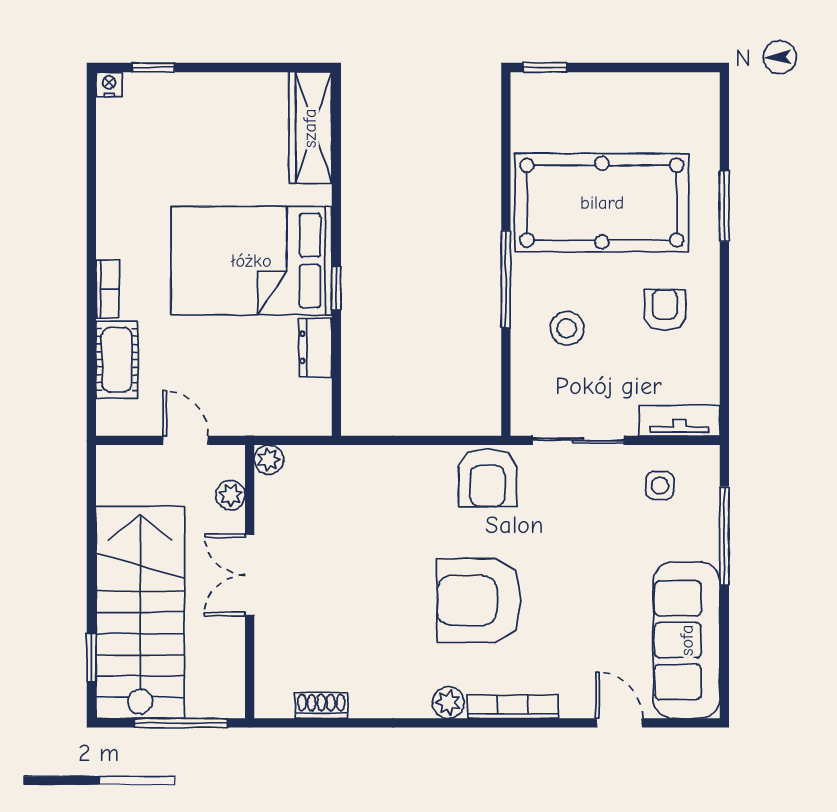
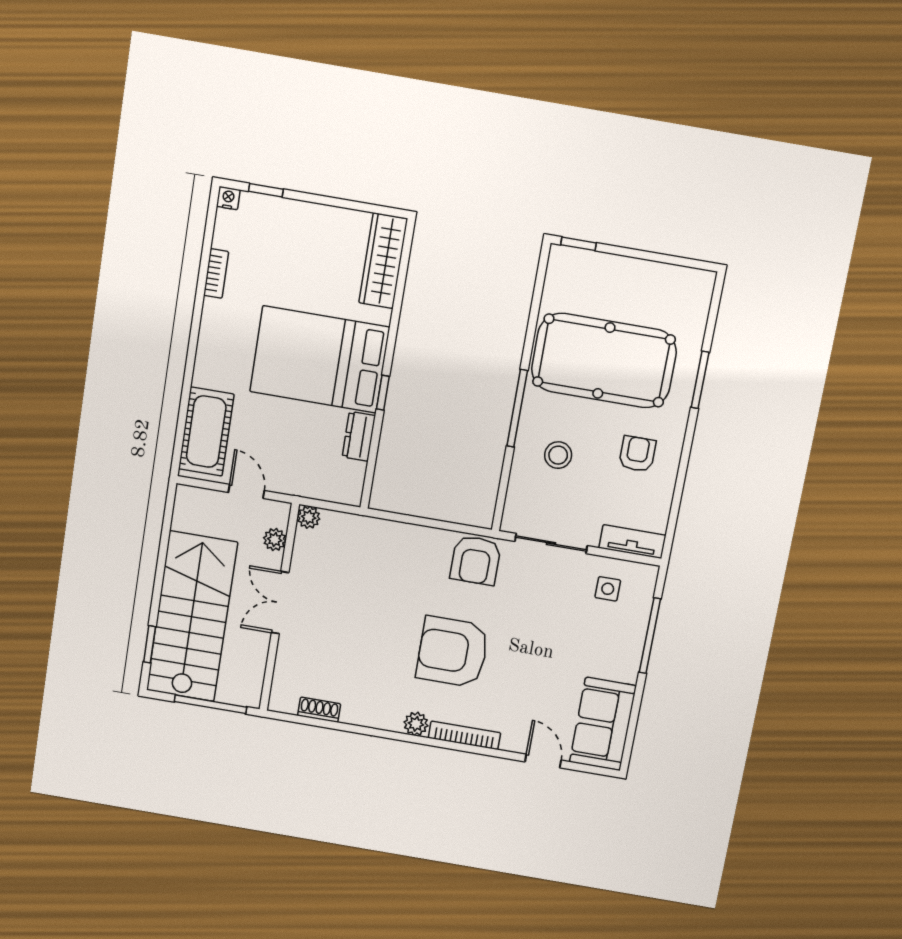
bookcase: (108, 289) -> (216, 273), moved
cot: (117, 360) -> (206, 432), width x1.37, depth x1.34
sofa: (687, 640) -> (603, 724), width x0.73

